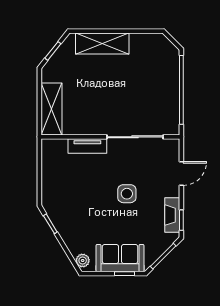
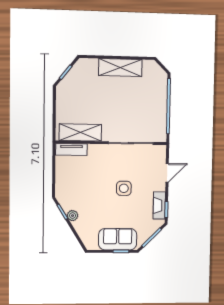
shelving: (102, 44) -> (120, 68), moved
shelving: (51, 109) -> (80, 132), moved, turned 90
tv unit: (87, 146) -> (71, 150), moved
plant: (83, 261) -> (73, 216), moved

